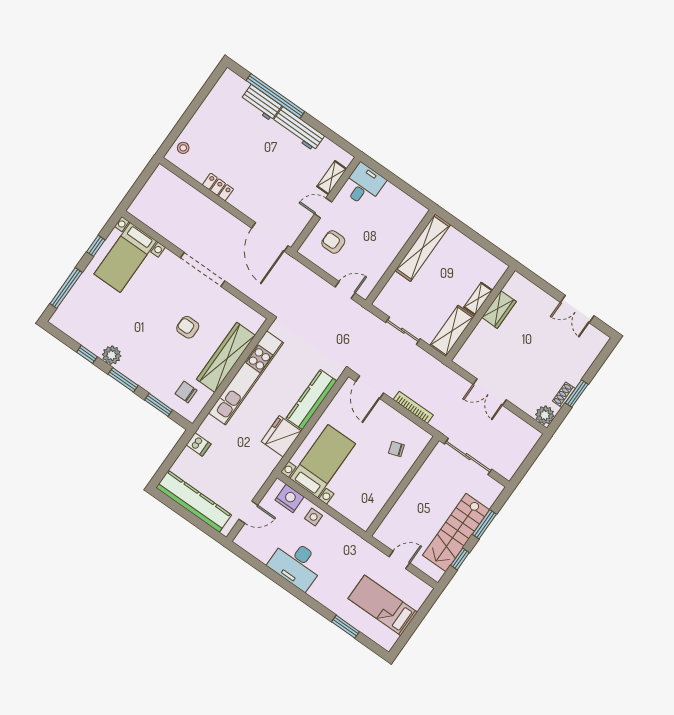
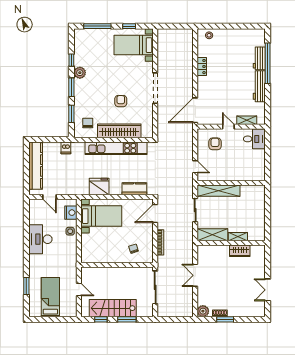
shelving: (423, 248) -> (219, 191), moved
kitchen counter: (311, 400) -> (134, 189), width x0.67

